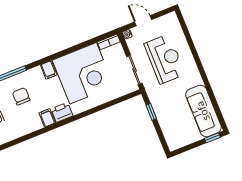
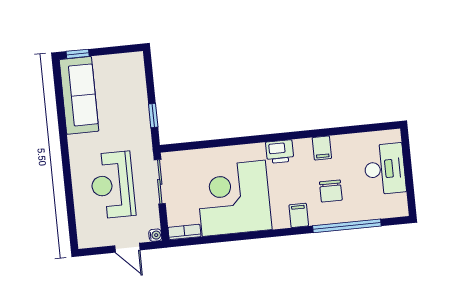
filing cabinet: (49, 70) -> (299, 215), moved
filing cabinet: (47, 118) -> (322, 148), moved

